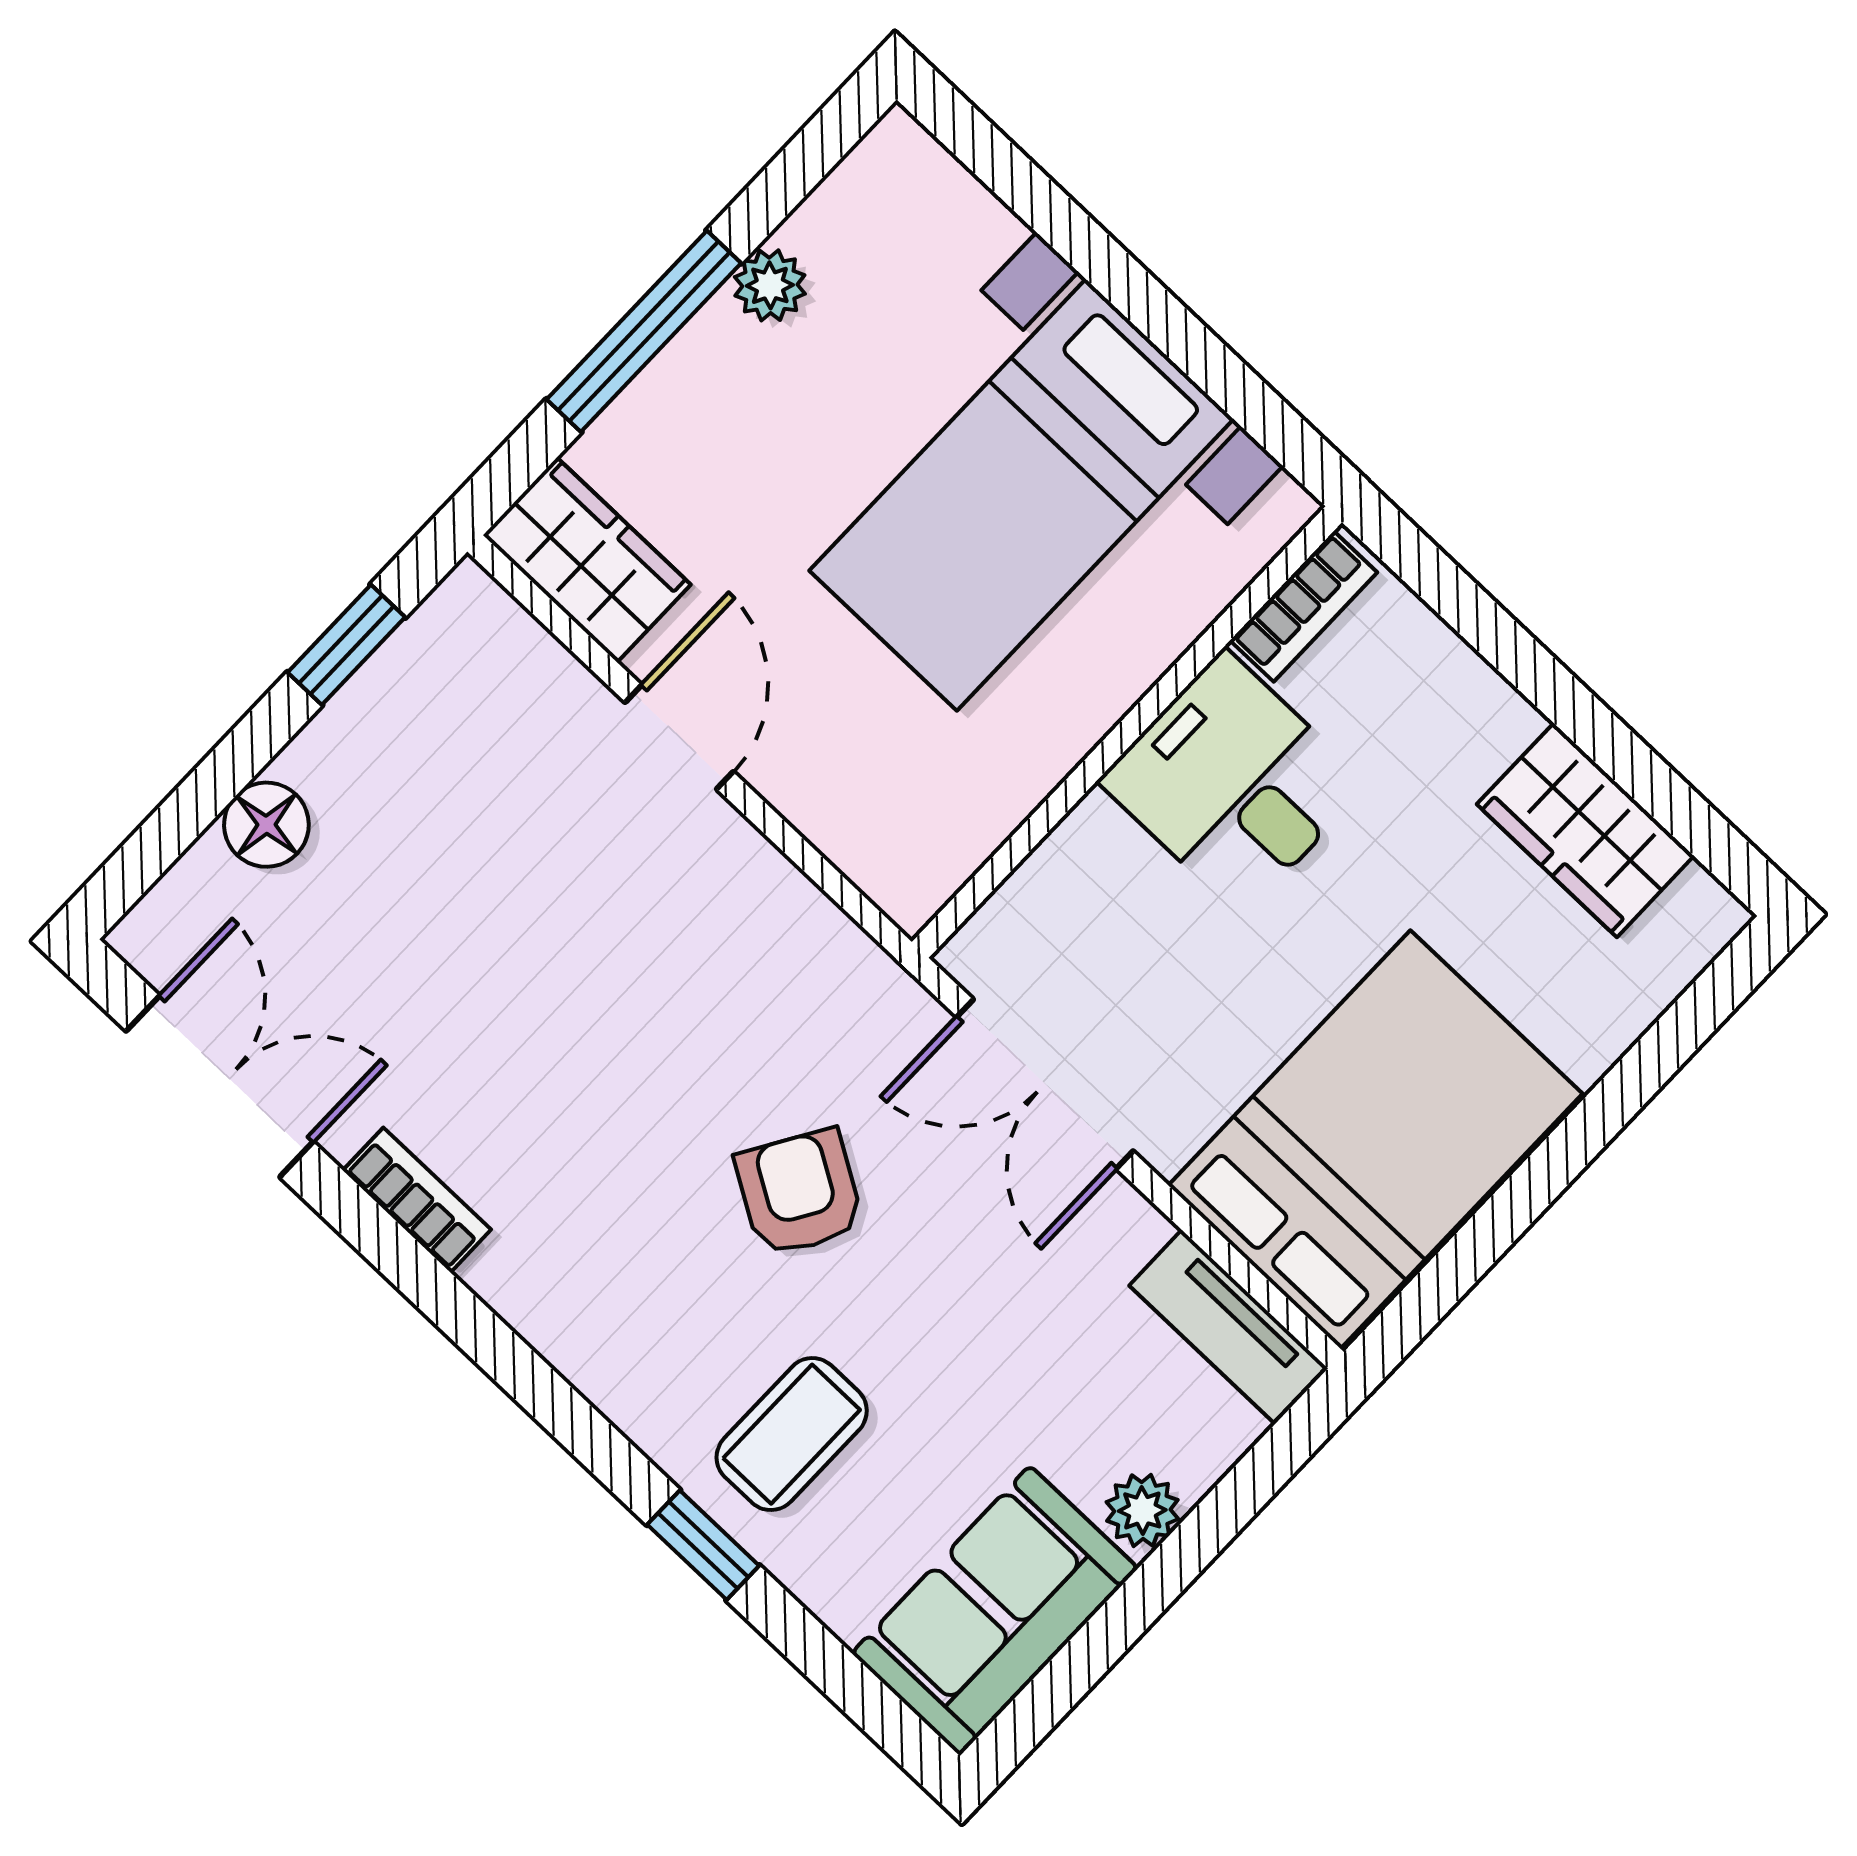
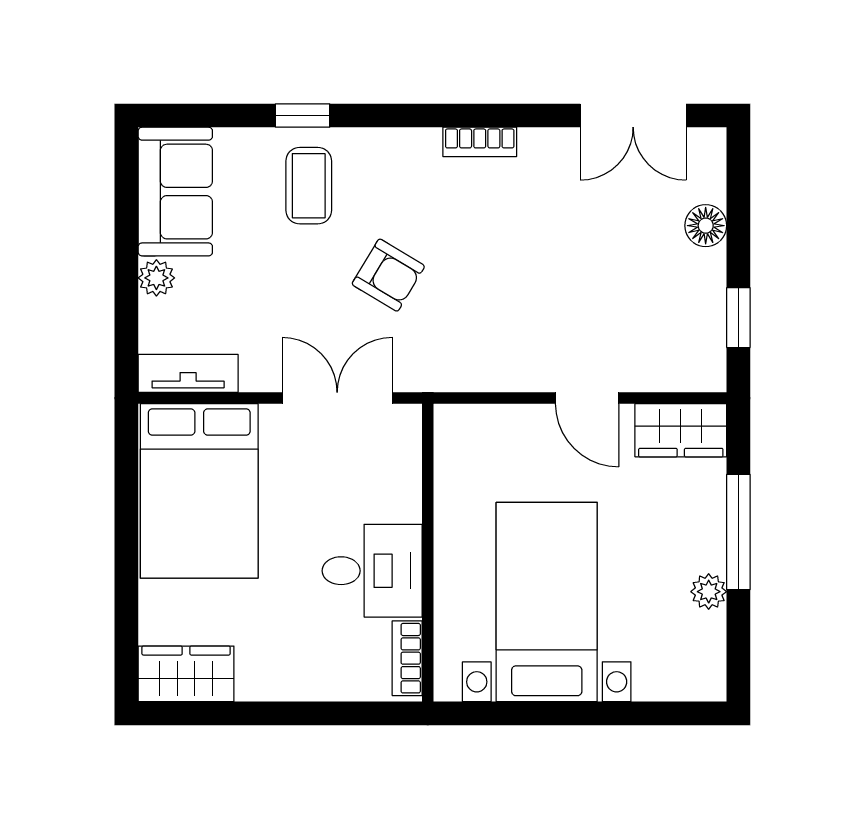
wardrobe: (1585, 830) -> (186, 674), moved
bookcase: (417, 1200) -> (480, 142), moved

